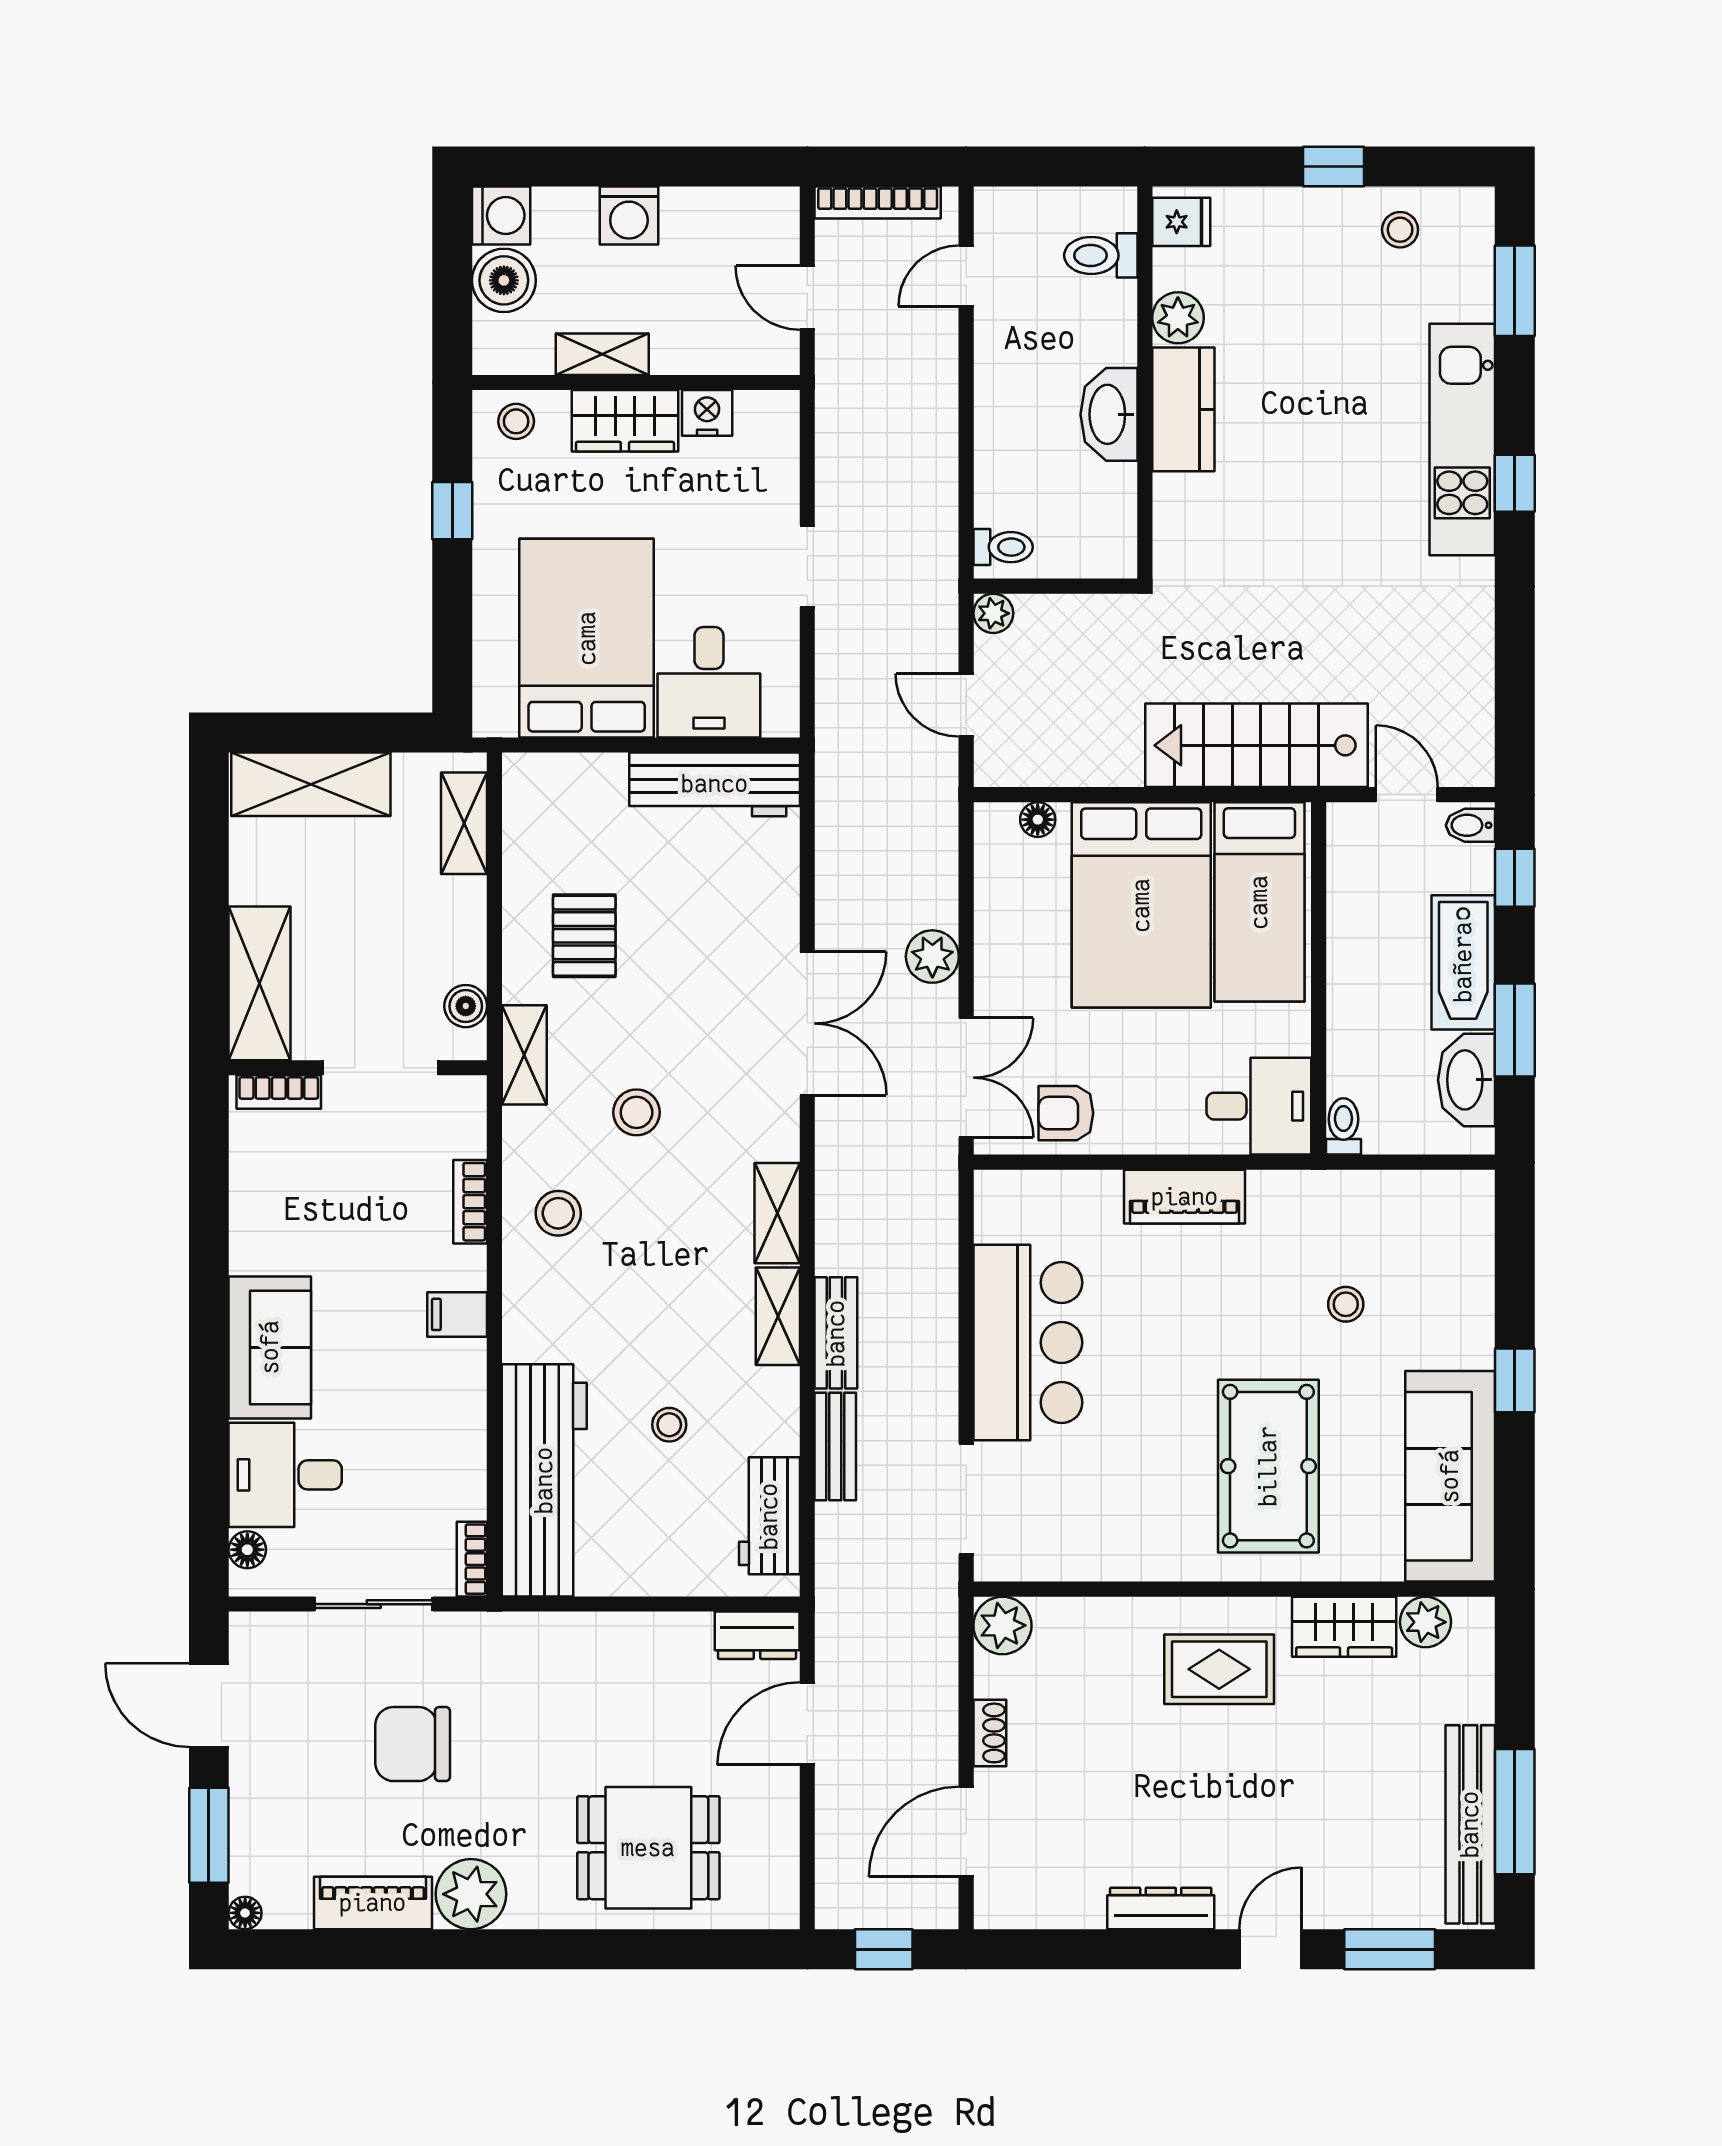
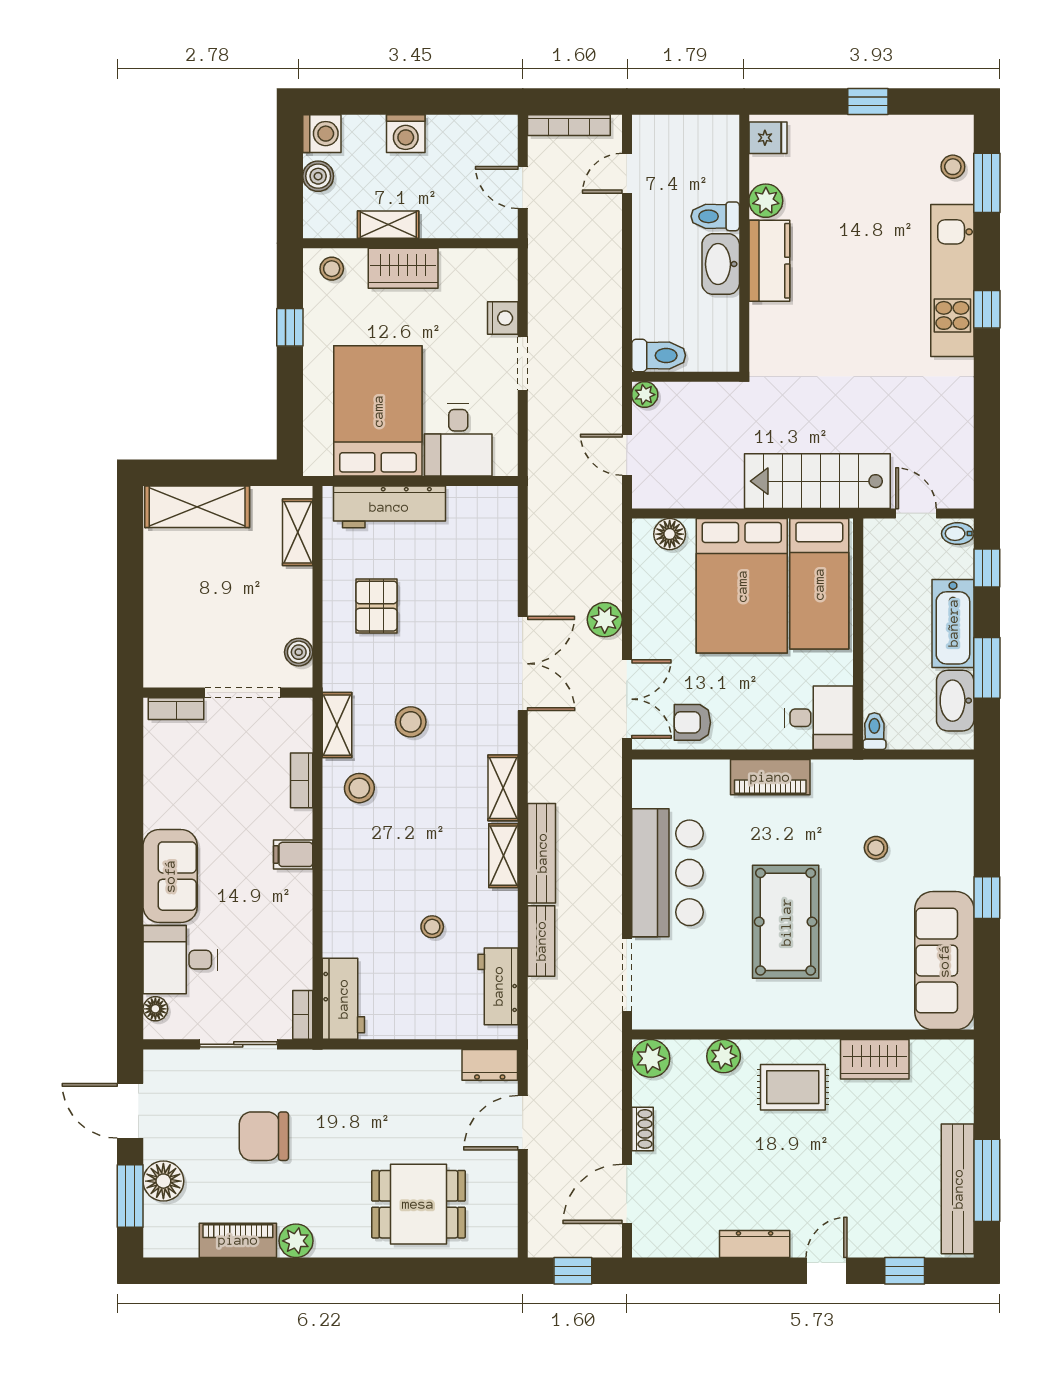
stool: (1400, 230) -> (953, 167), moved
toilet: (1101, 255) -> (715, 216), moved
boiler: (504, 280) -> (318, 176), width x0.73, depth x0.73
nightstand: (707, 413) -> (503, 318), moved, turned 90
toilet: (1003, 547) -> (659, 355), width x1.37, depth x1.39
workbench: (715, 784) -> (389, 507), moved
floor lamp: (1038, 820) -> (670, 534), width x1.37, depth x1.37
shelving: (260, 983) -> (163, 637), removed
shelving: (524, 1055) -> (337, 725), moved
bench: (836, 1333) -> (542, 853), width x1.36
pool table: (1268, 1466) -> (786, 922), moved
workbench: (544, 1480) -> (343, 999), width x0.53, depth x0.76
plant: (1425, 1622) -> (724, 1056), moved
plant: (471, 1894) -> (296, 1241), width x0.73, depth x0.73
floor lamp: (245, 1913) -> (163, 1181), moved, width x1.89, depth x1.89
window: (1390, 1949) -> (905, 1271), width x0.67

